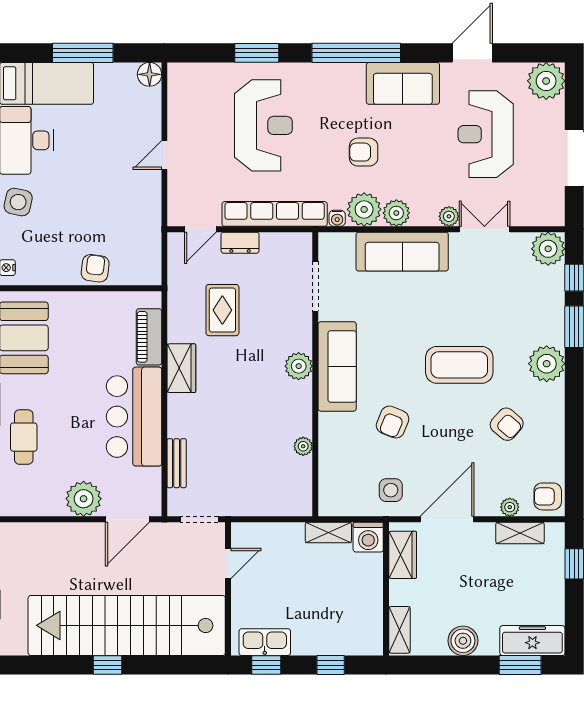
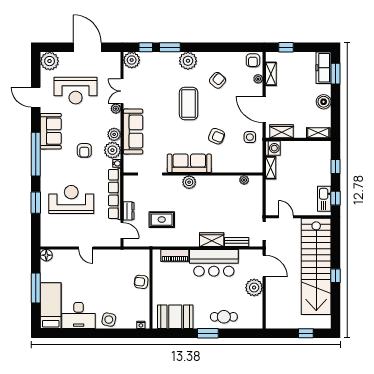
wardrobe: (181, 368) -> (212, 240), moved
plant: (303, 446) -> (244, 180), moved

